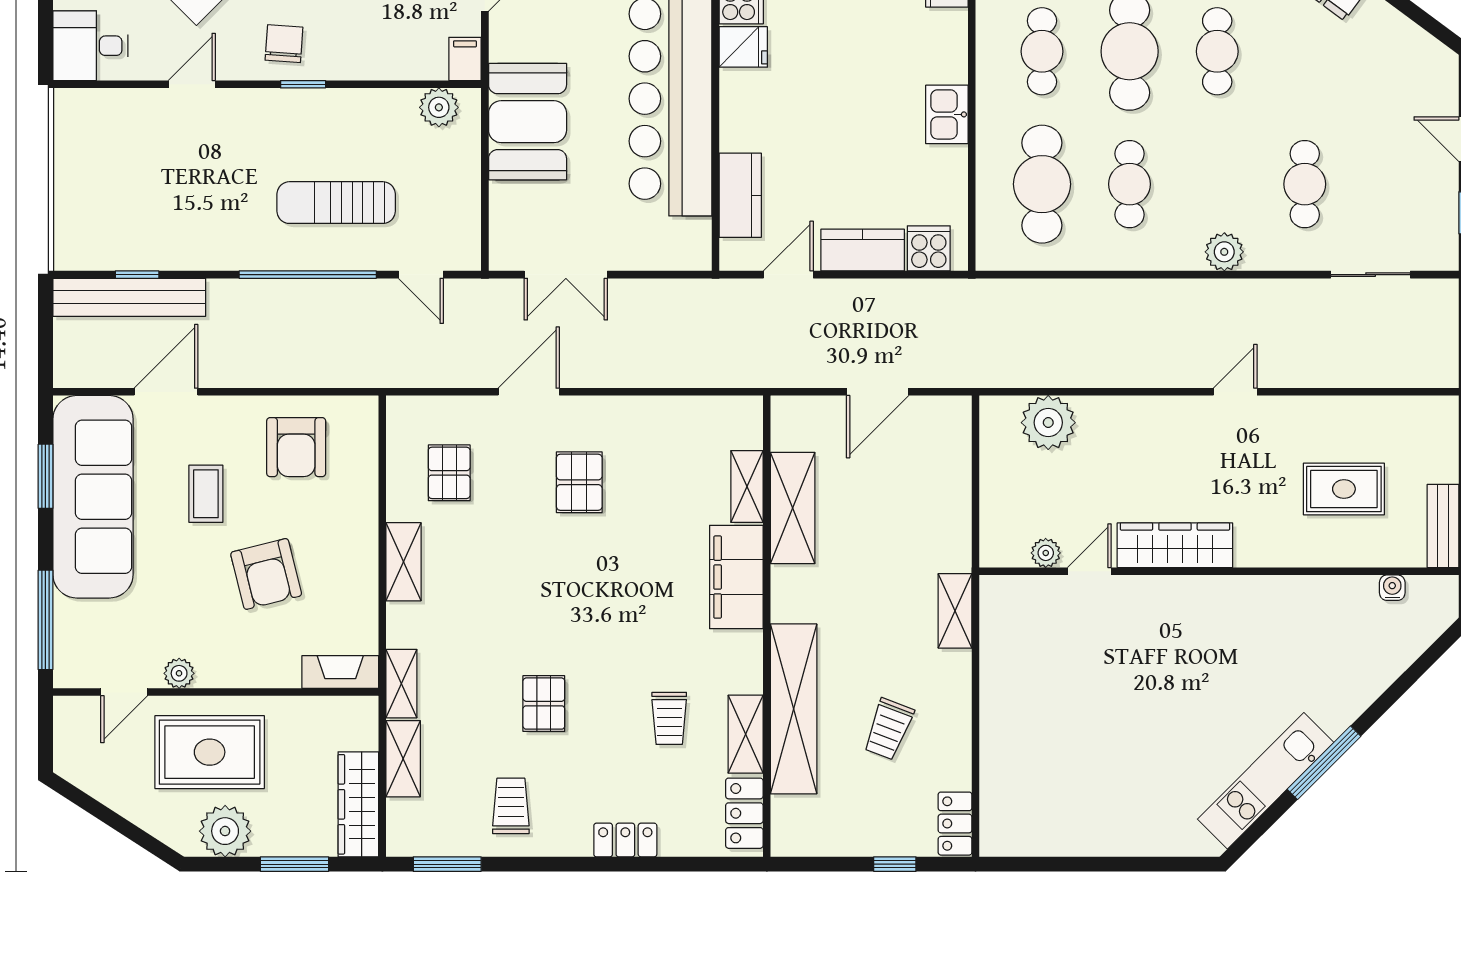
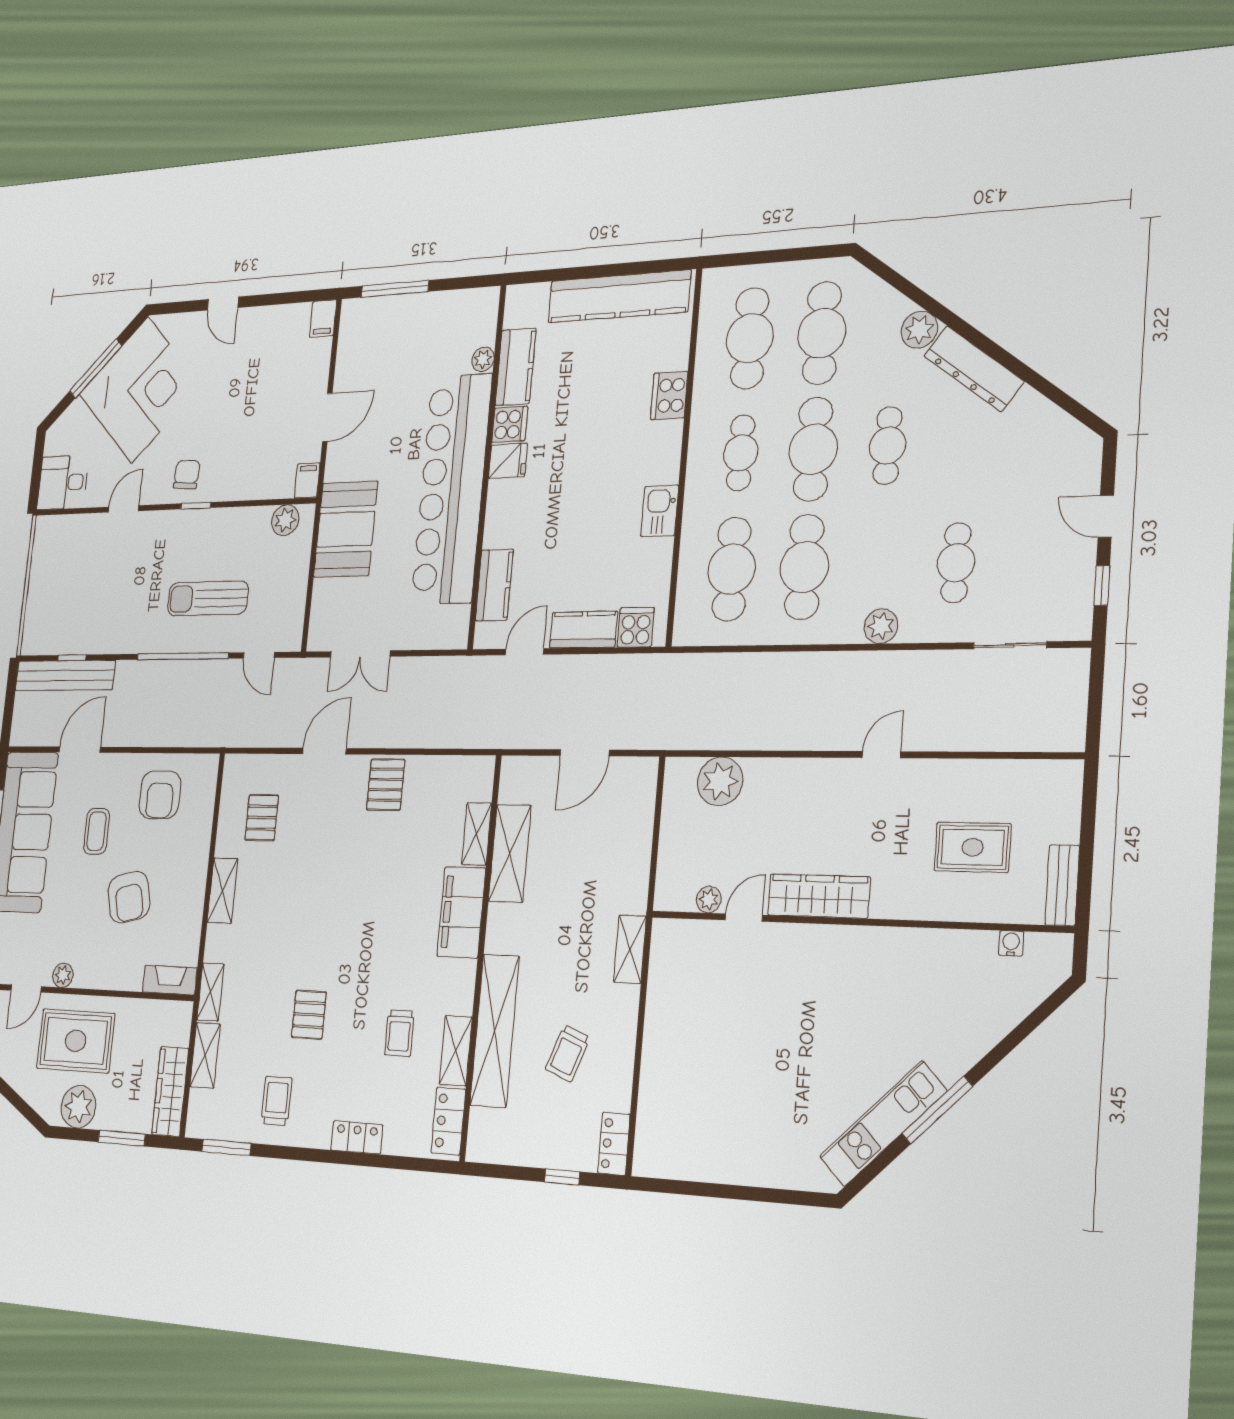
cafe table: (1130, 184) -> (804, 567), width x1.37, depth x1.35
pallet: (579, 482) -> (386, 785), moved

